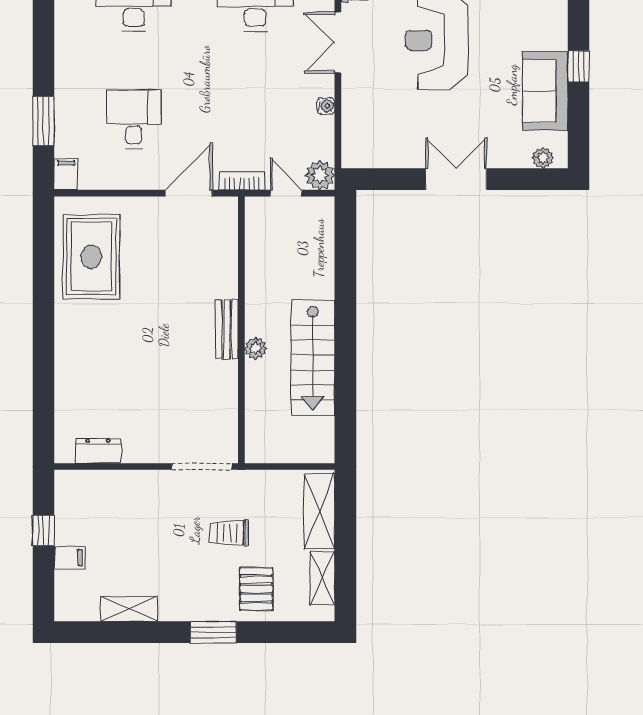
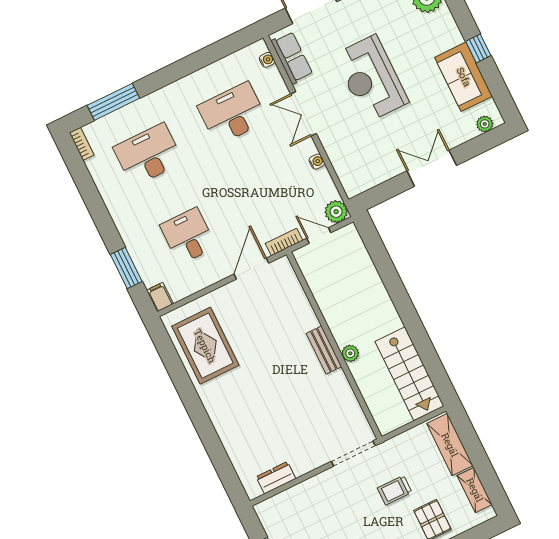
stairs: (313, 358) -> (410, 374), moved

